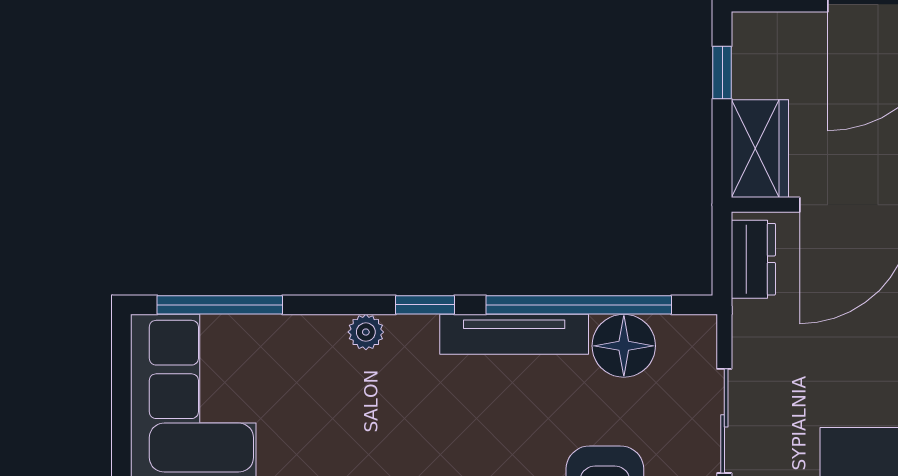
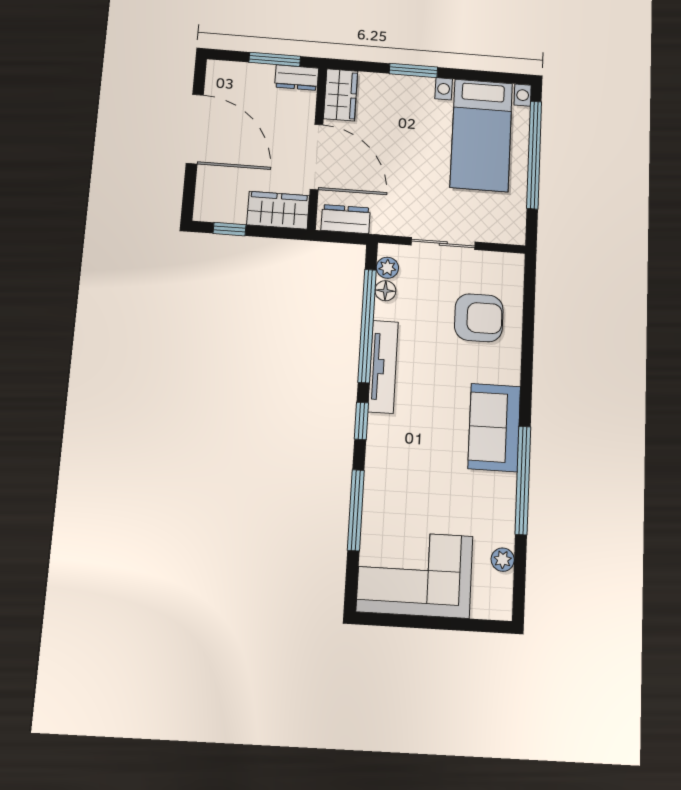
window: (220, 305) -> (356, 510), moved
plant: (366, 332) -> (387, 268), moved
floor lamp: (624, 346) -> (385, 291), width x0.53, depth x0.53

